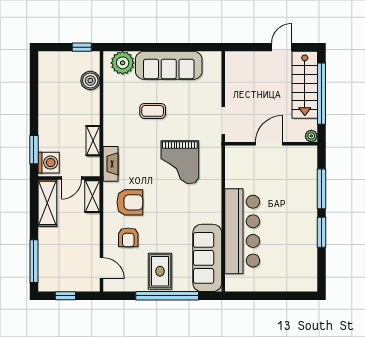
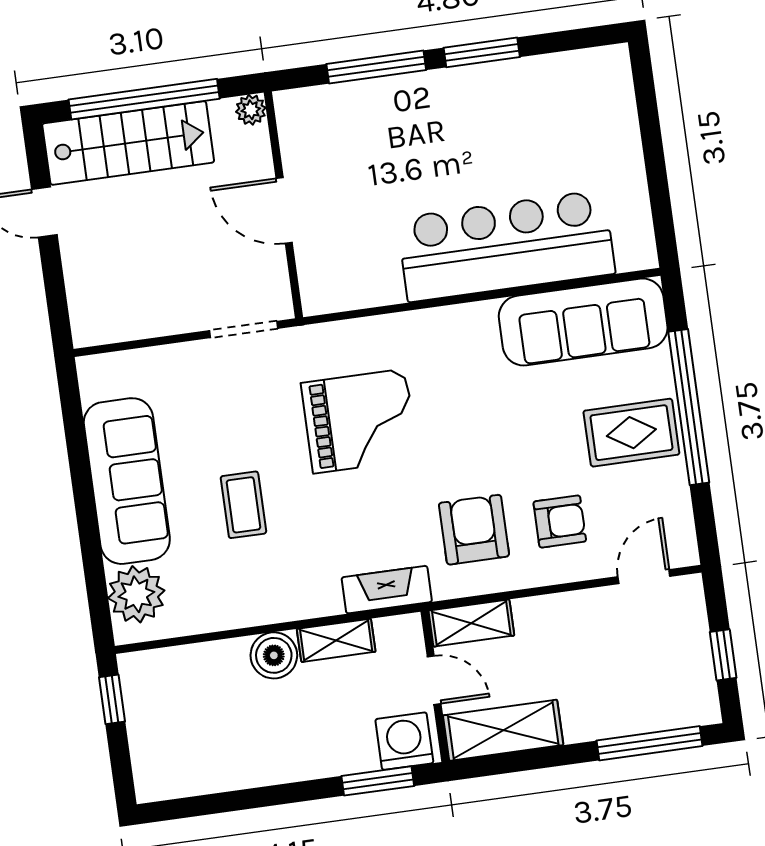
boiler: (90, 81) -> (274, 655), moved

